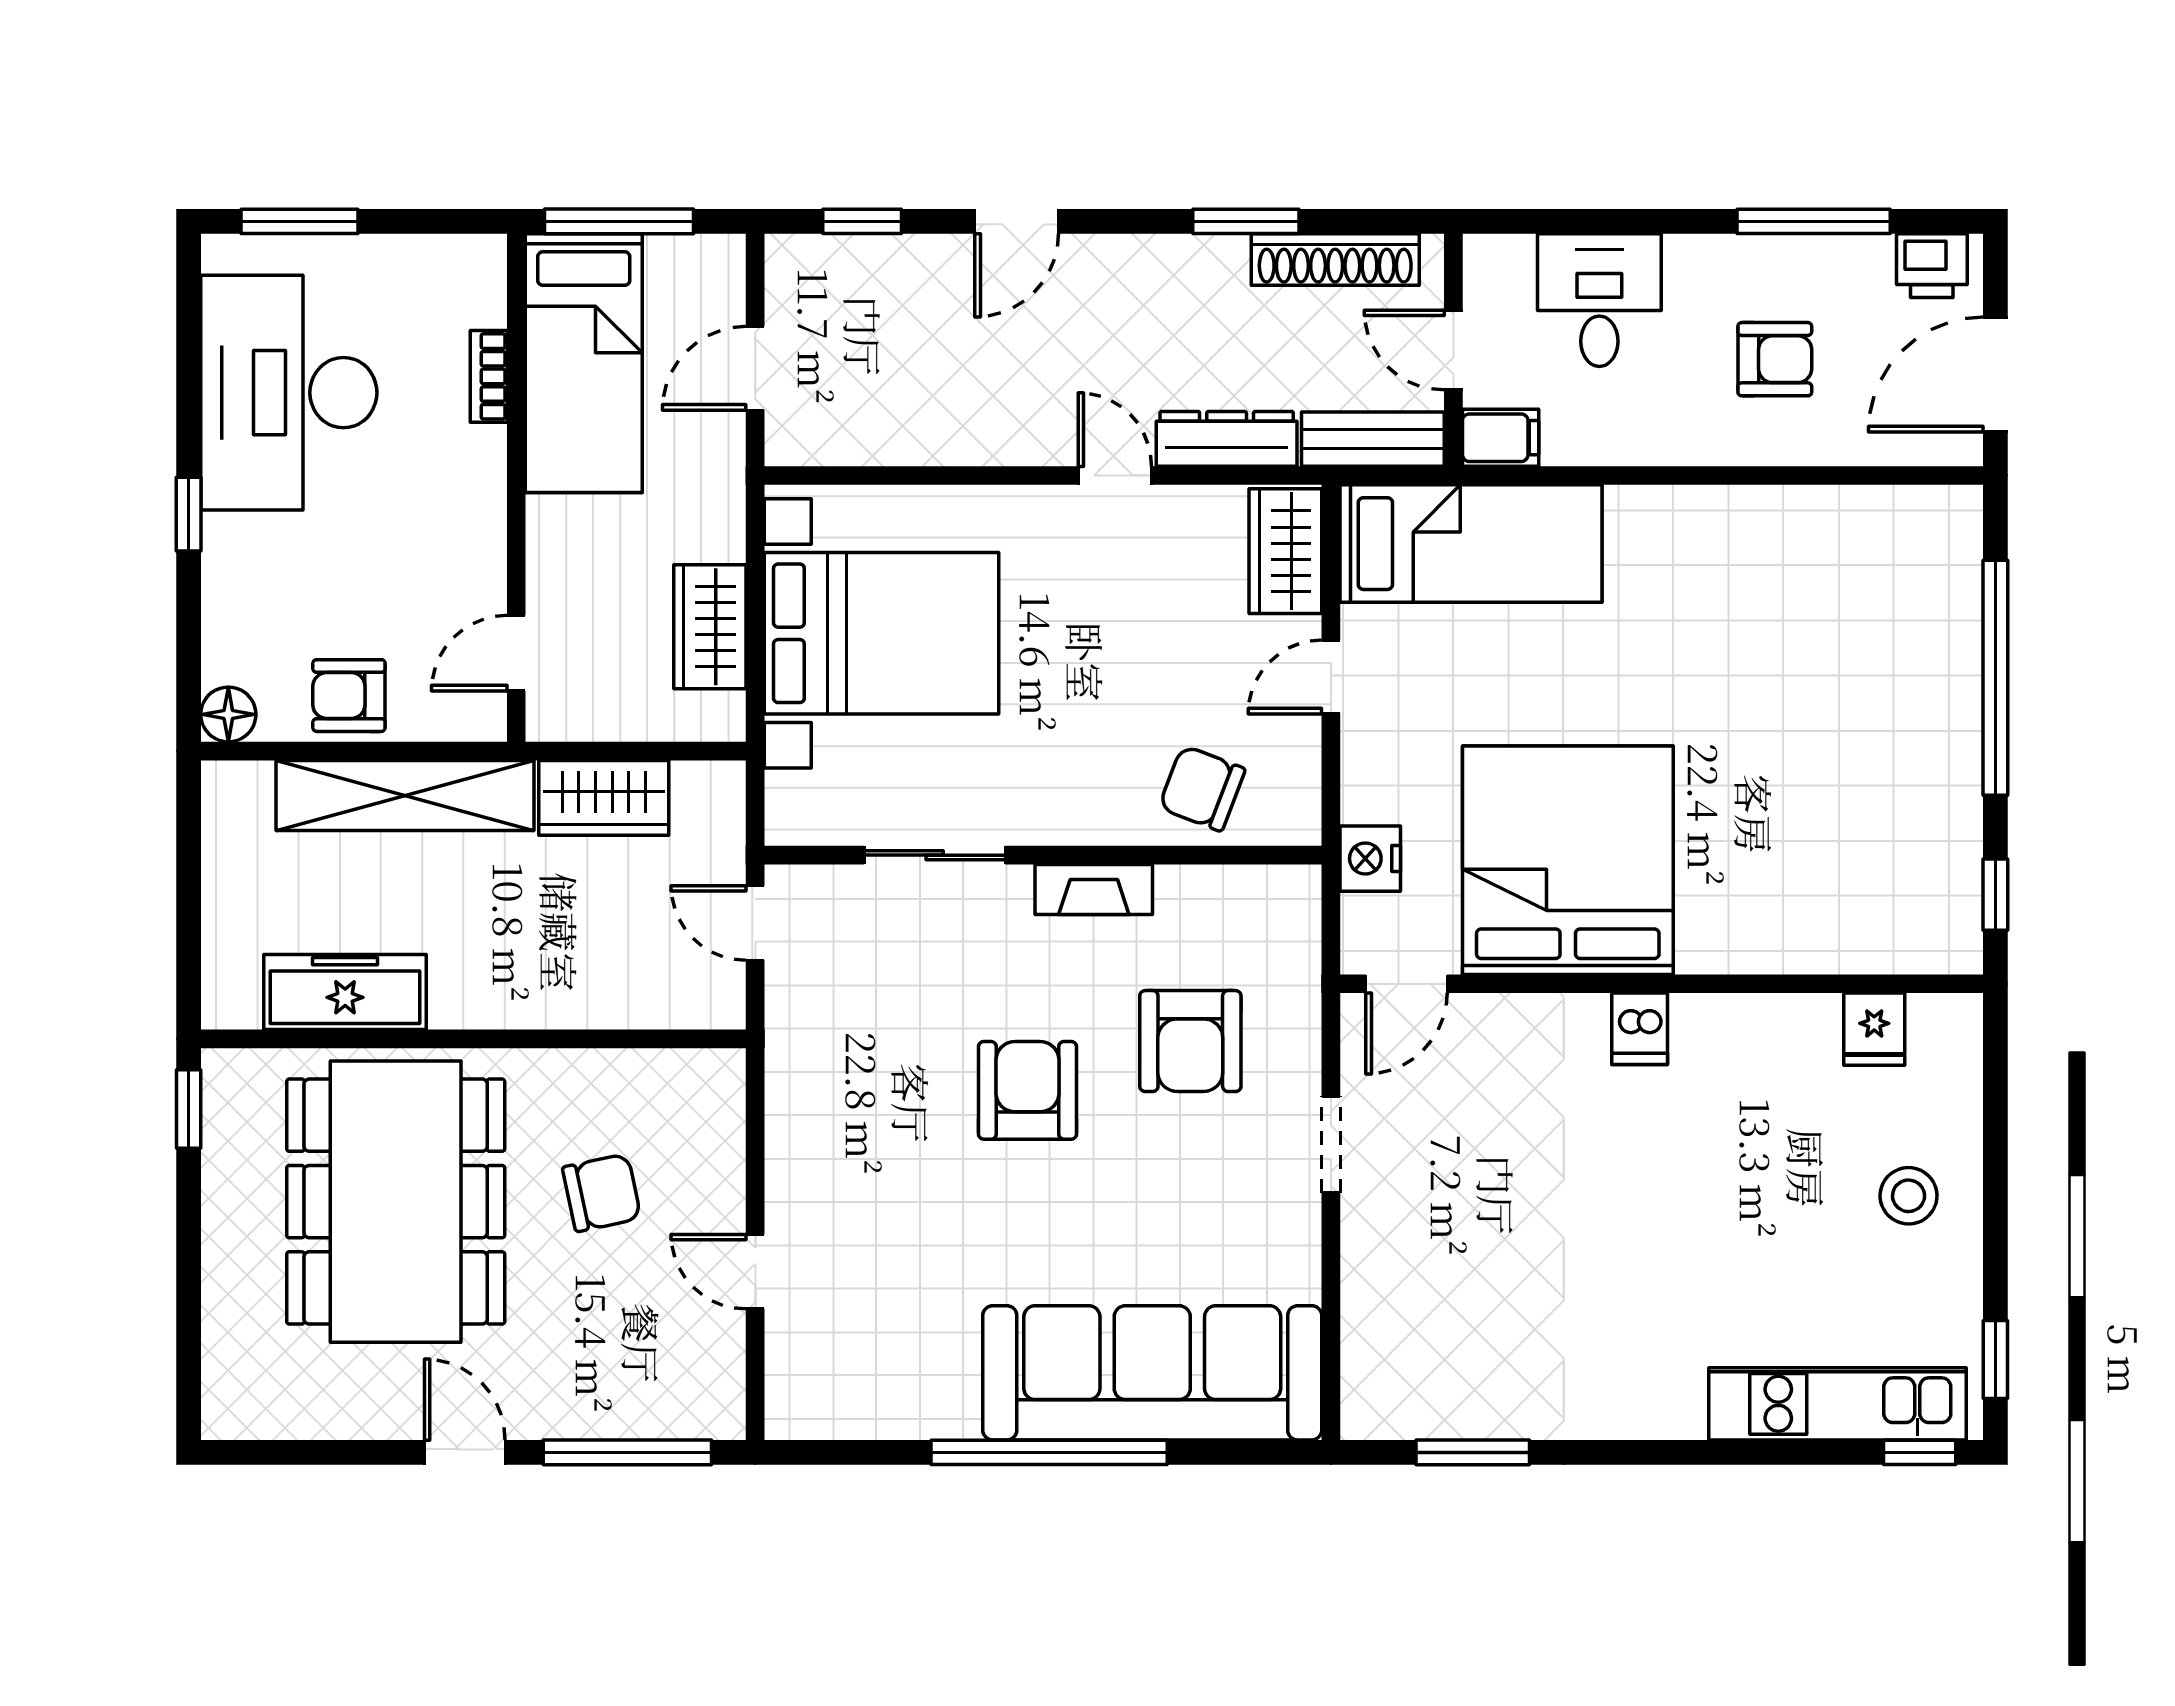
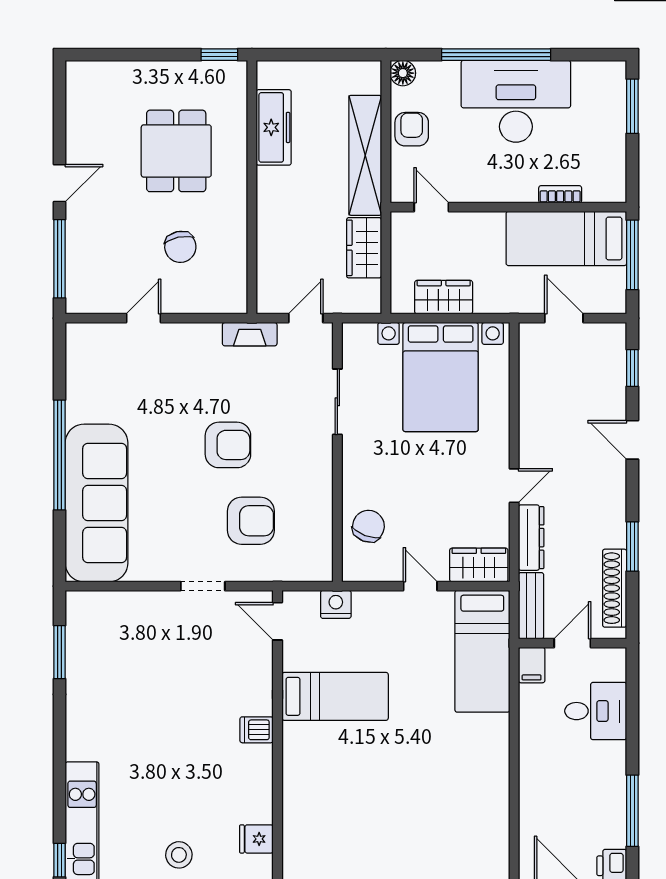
armchair: (1775, 359) -> (568, 793), removed
desk: (289, 393) -> (516, 101), moved
window: (189, 514) -> (496, 55), width x3.17
bed: (1568, 860) -> (335, 696), width x0.49
fireplace: (1094, 889) -> (250, 334), moved, turned -90
armchair: (1190, 1041) -> (251, 521), turned 180
dining table: (396, 1202) -> (176, 151), width x0.53, depth x0.80

